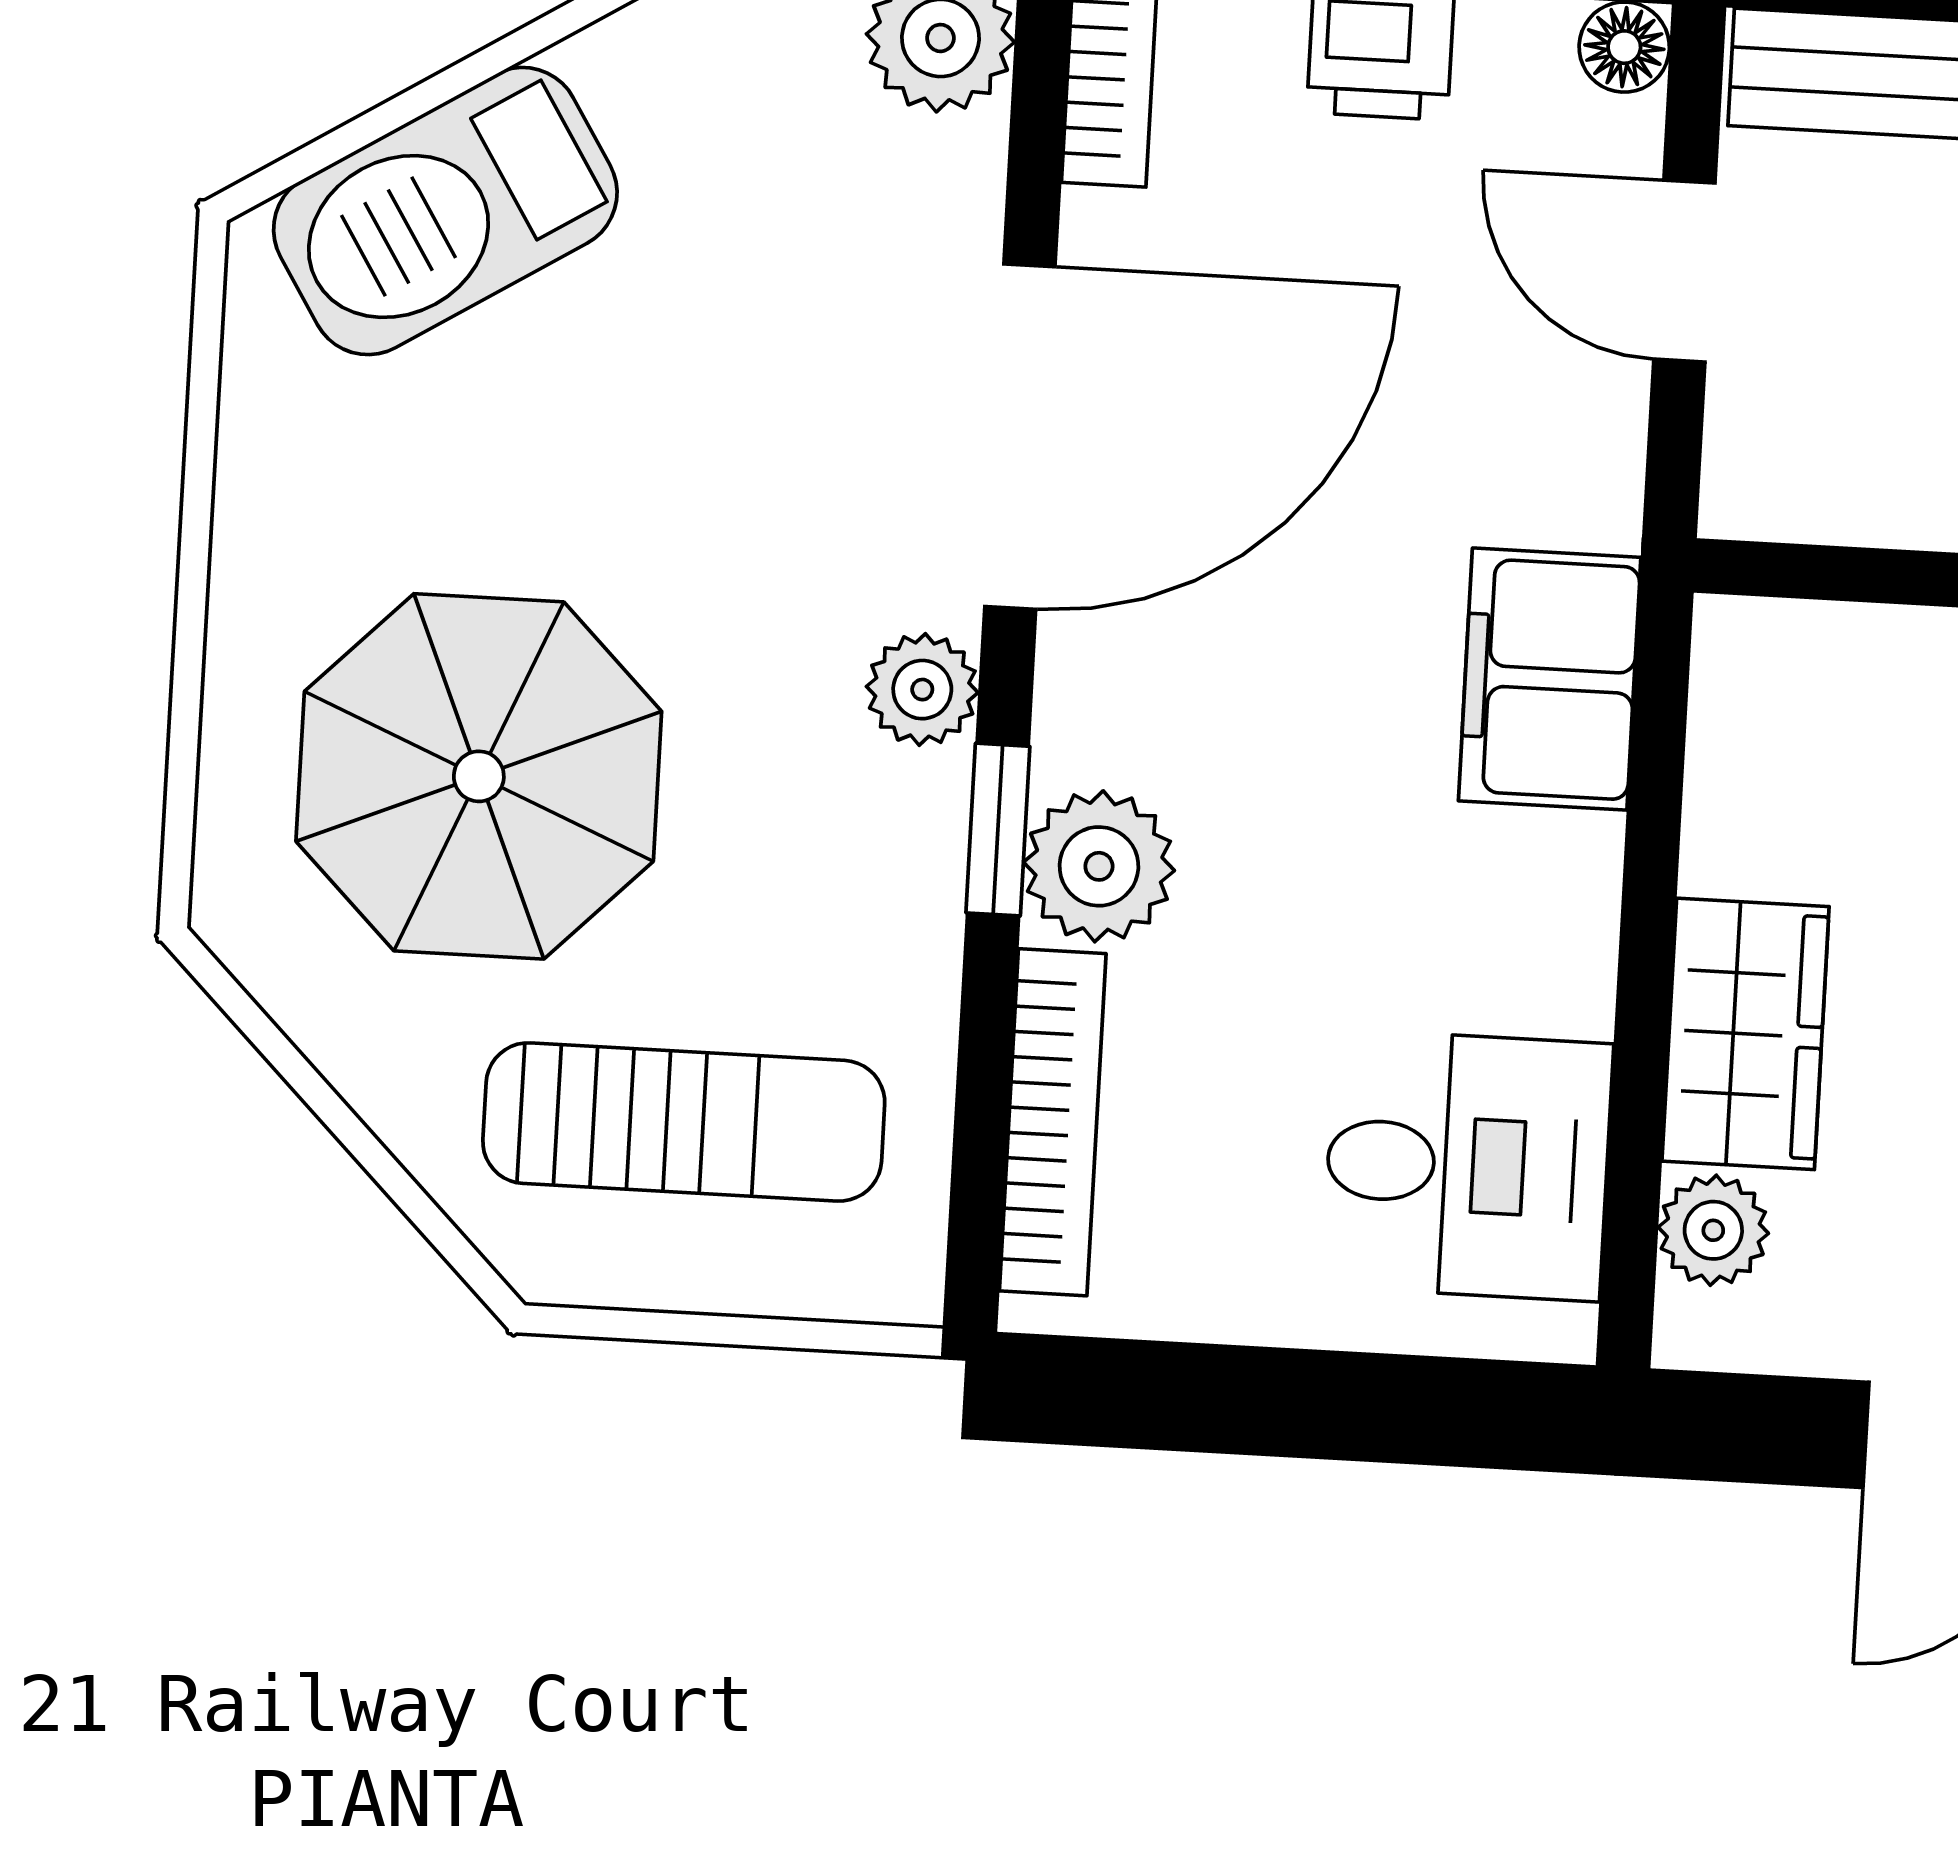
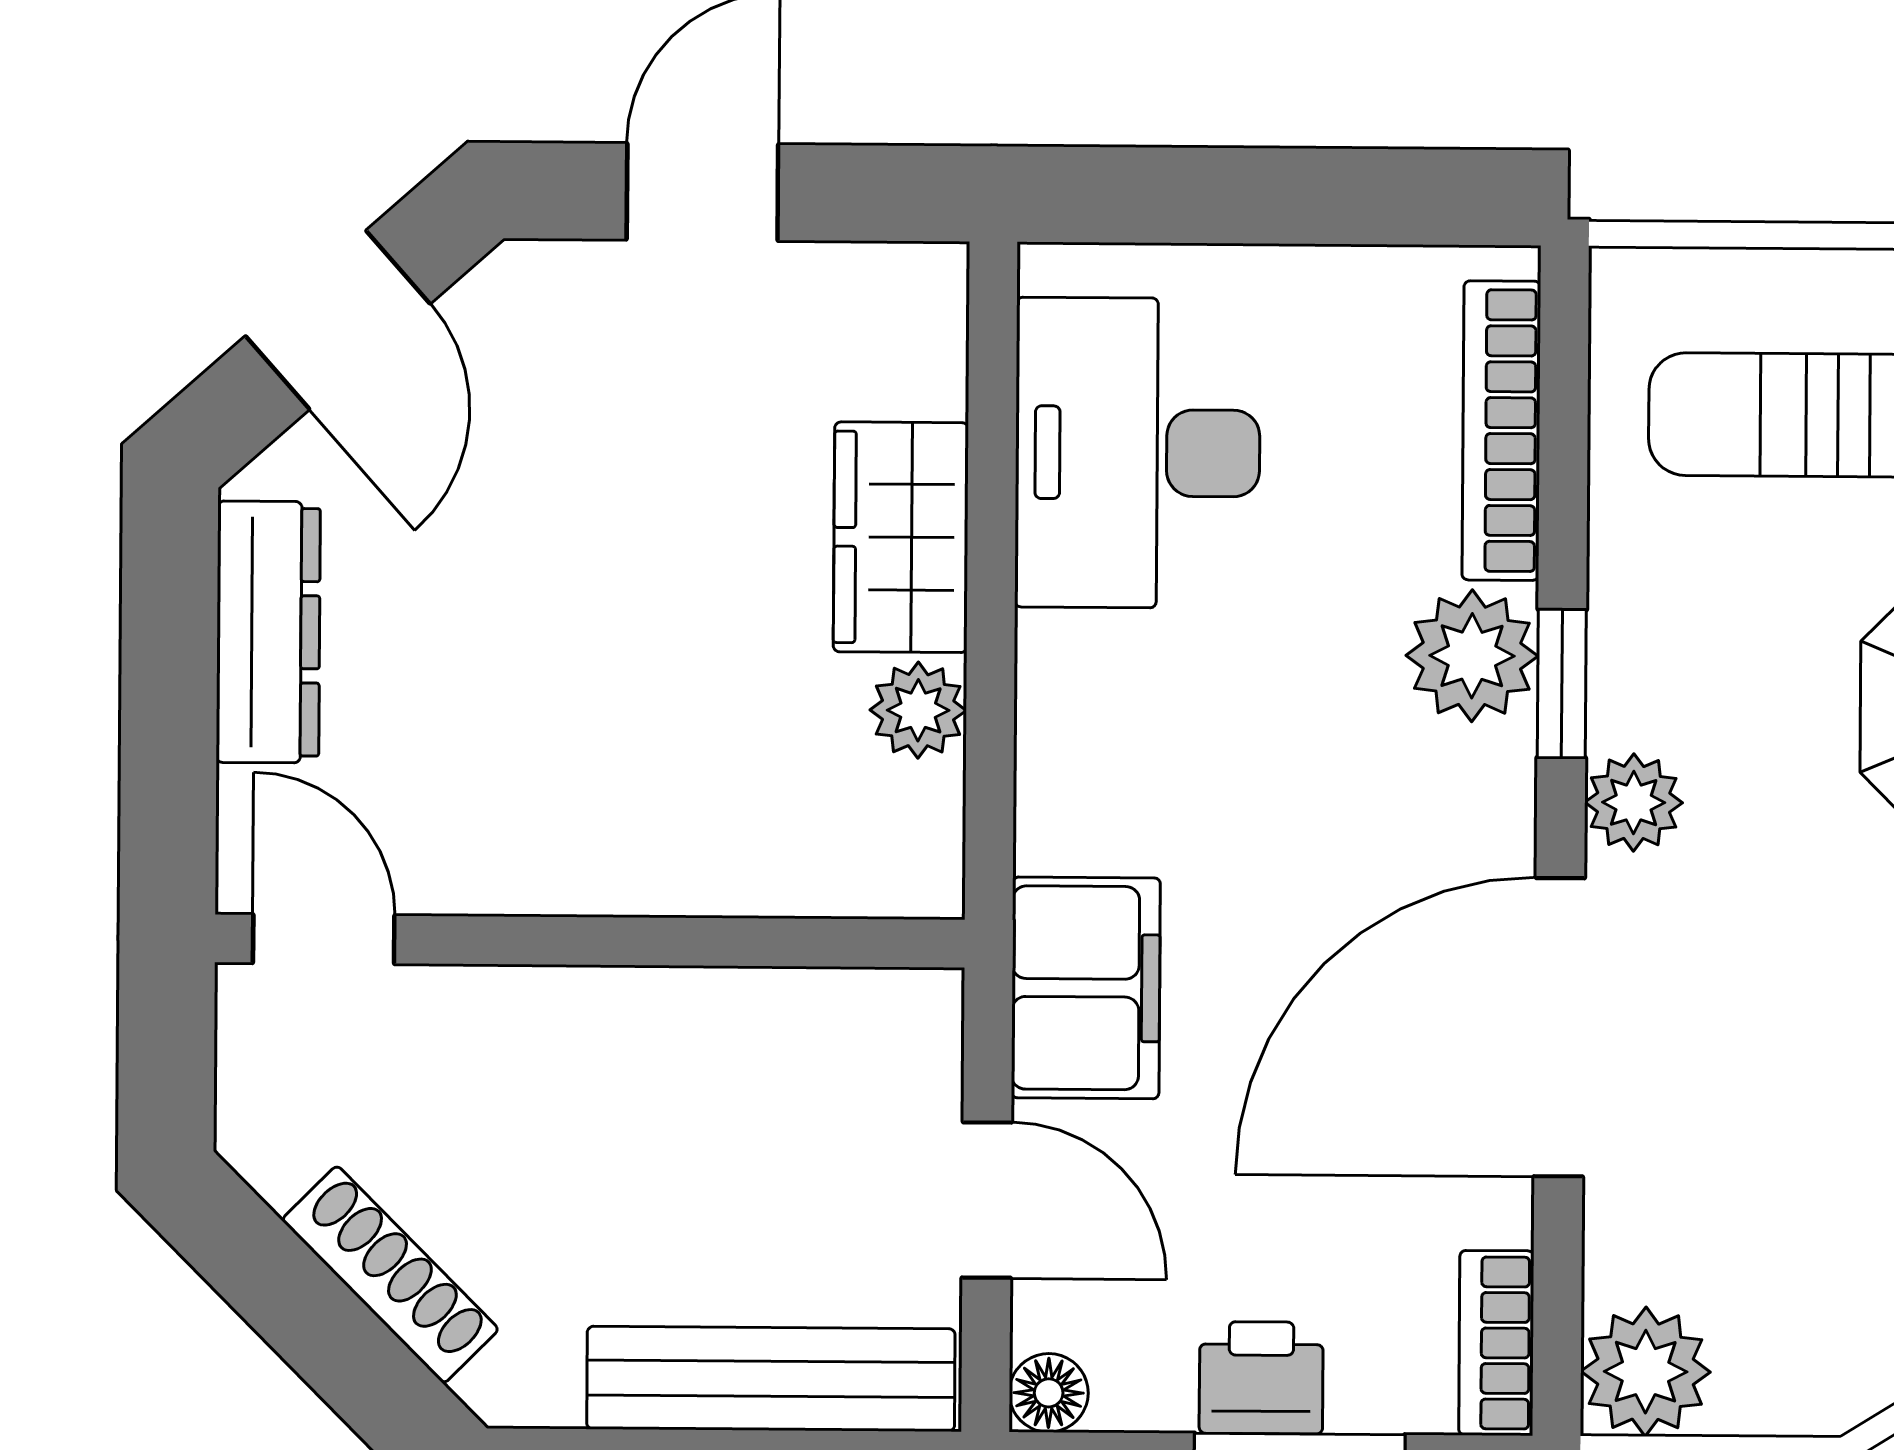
filing cabinet: (1550, 679) -> (1086, 988), moved
desk: (1467, 1165) -> (1138, 453), width x1.37
plant: (1713, 1230) -> (918, 710), moved

